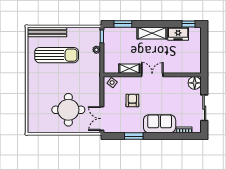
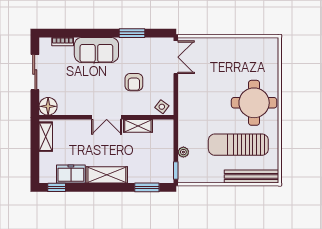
shelving: (196, 61) -> (46, 137), added
round table: (68, 110) -> (254, 103), moved

